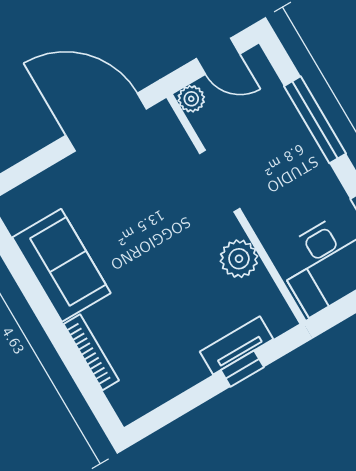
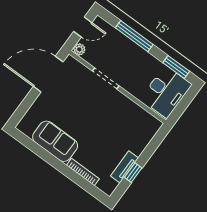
plant: (239, 259) -> (127, 107), removed
tv unit: (236, 345) -> (124, 167), moved
window: (242, 369) -> (133, 173), moved

